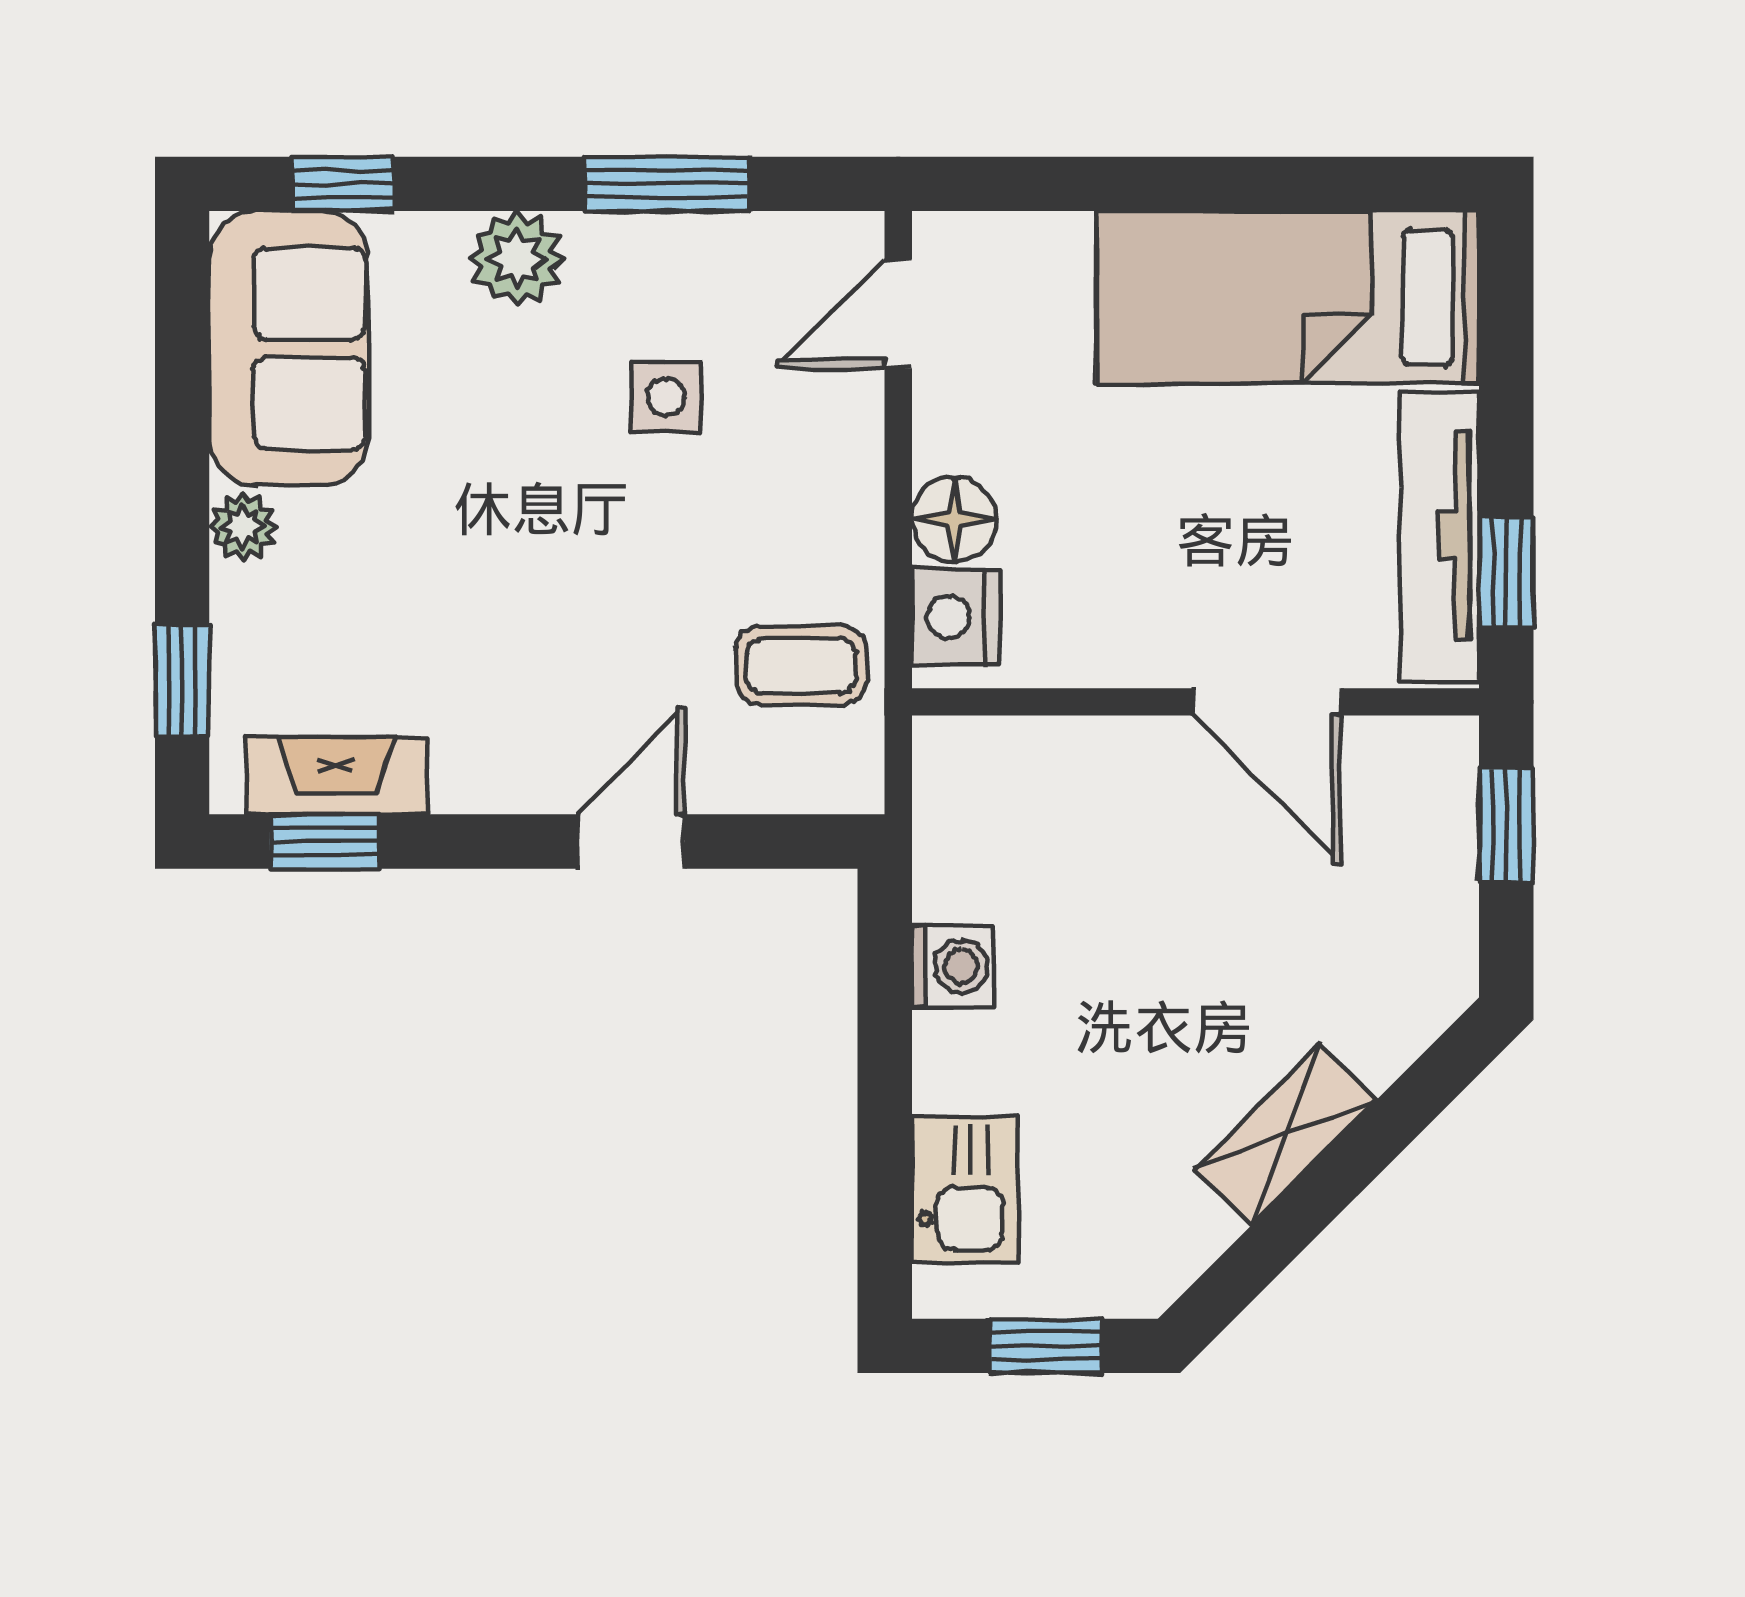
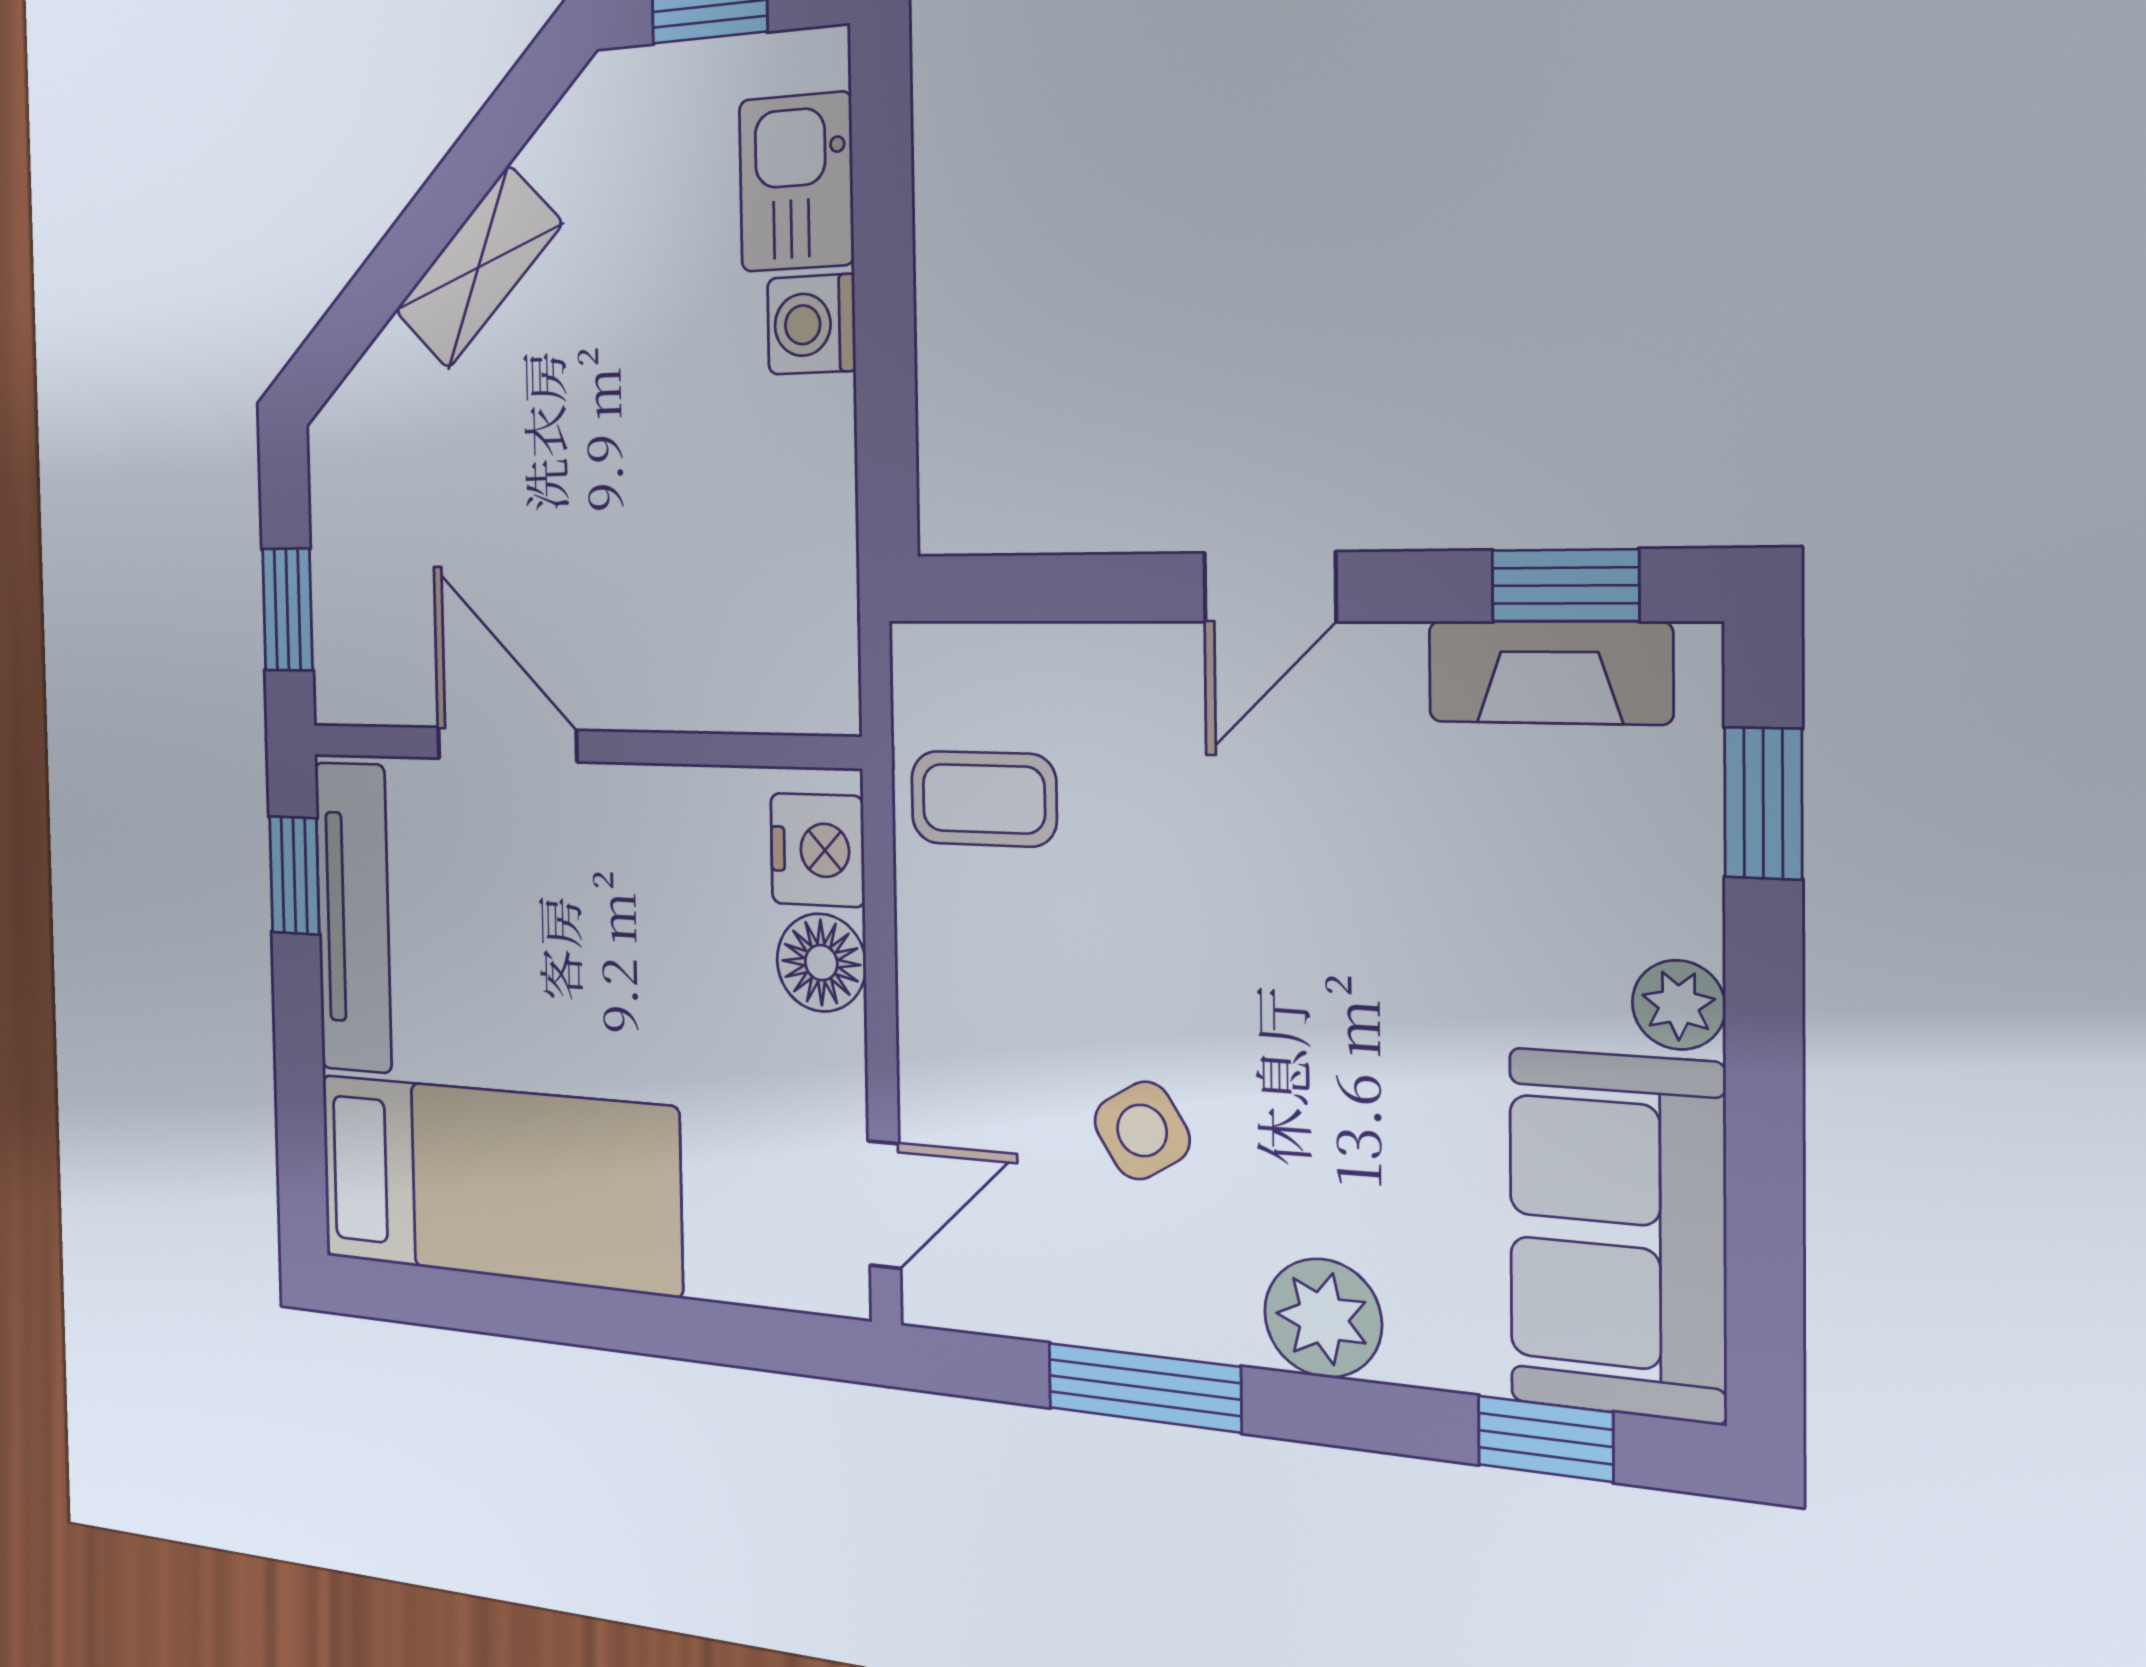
side table: (666, 397) -> (1142, 1130), turned -32
door: (631, 841) -> (1270, 587), moved
washing machine: (953, 966) -> (811, 324), moved

